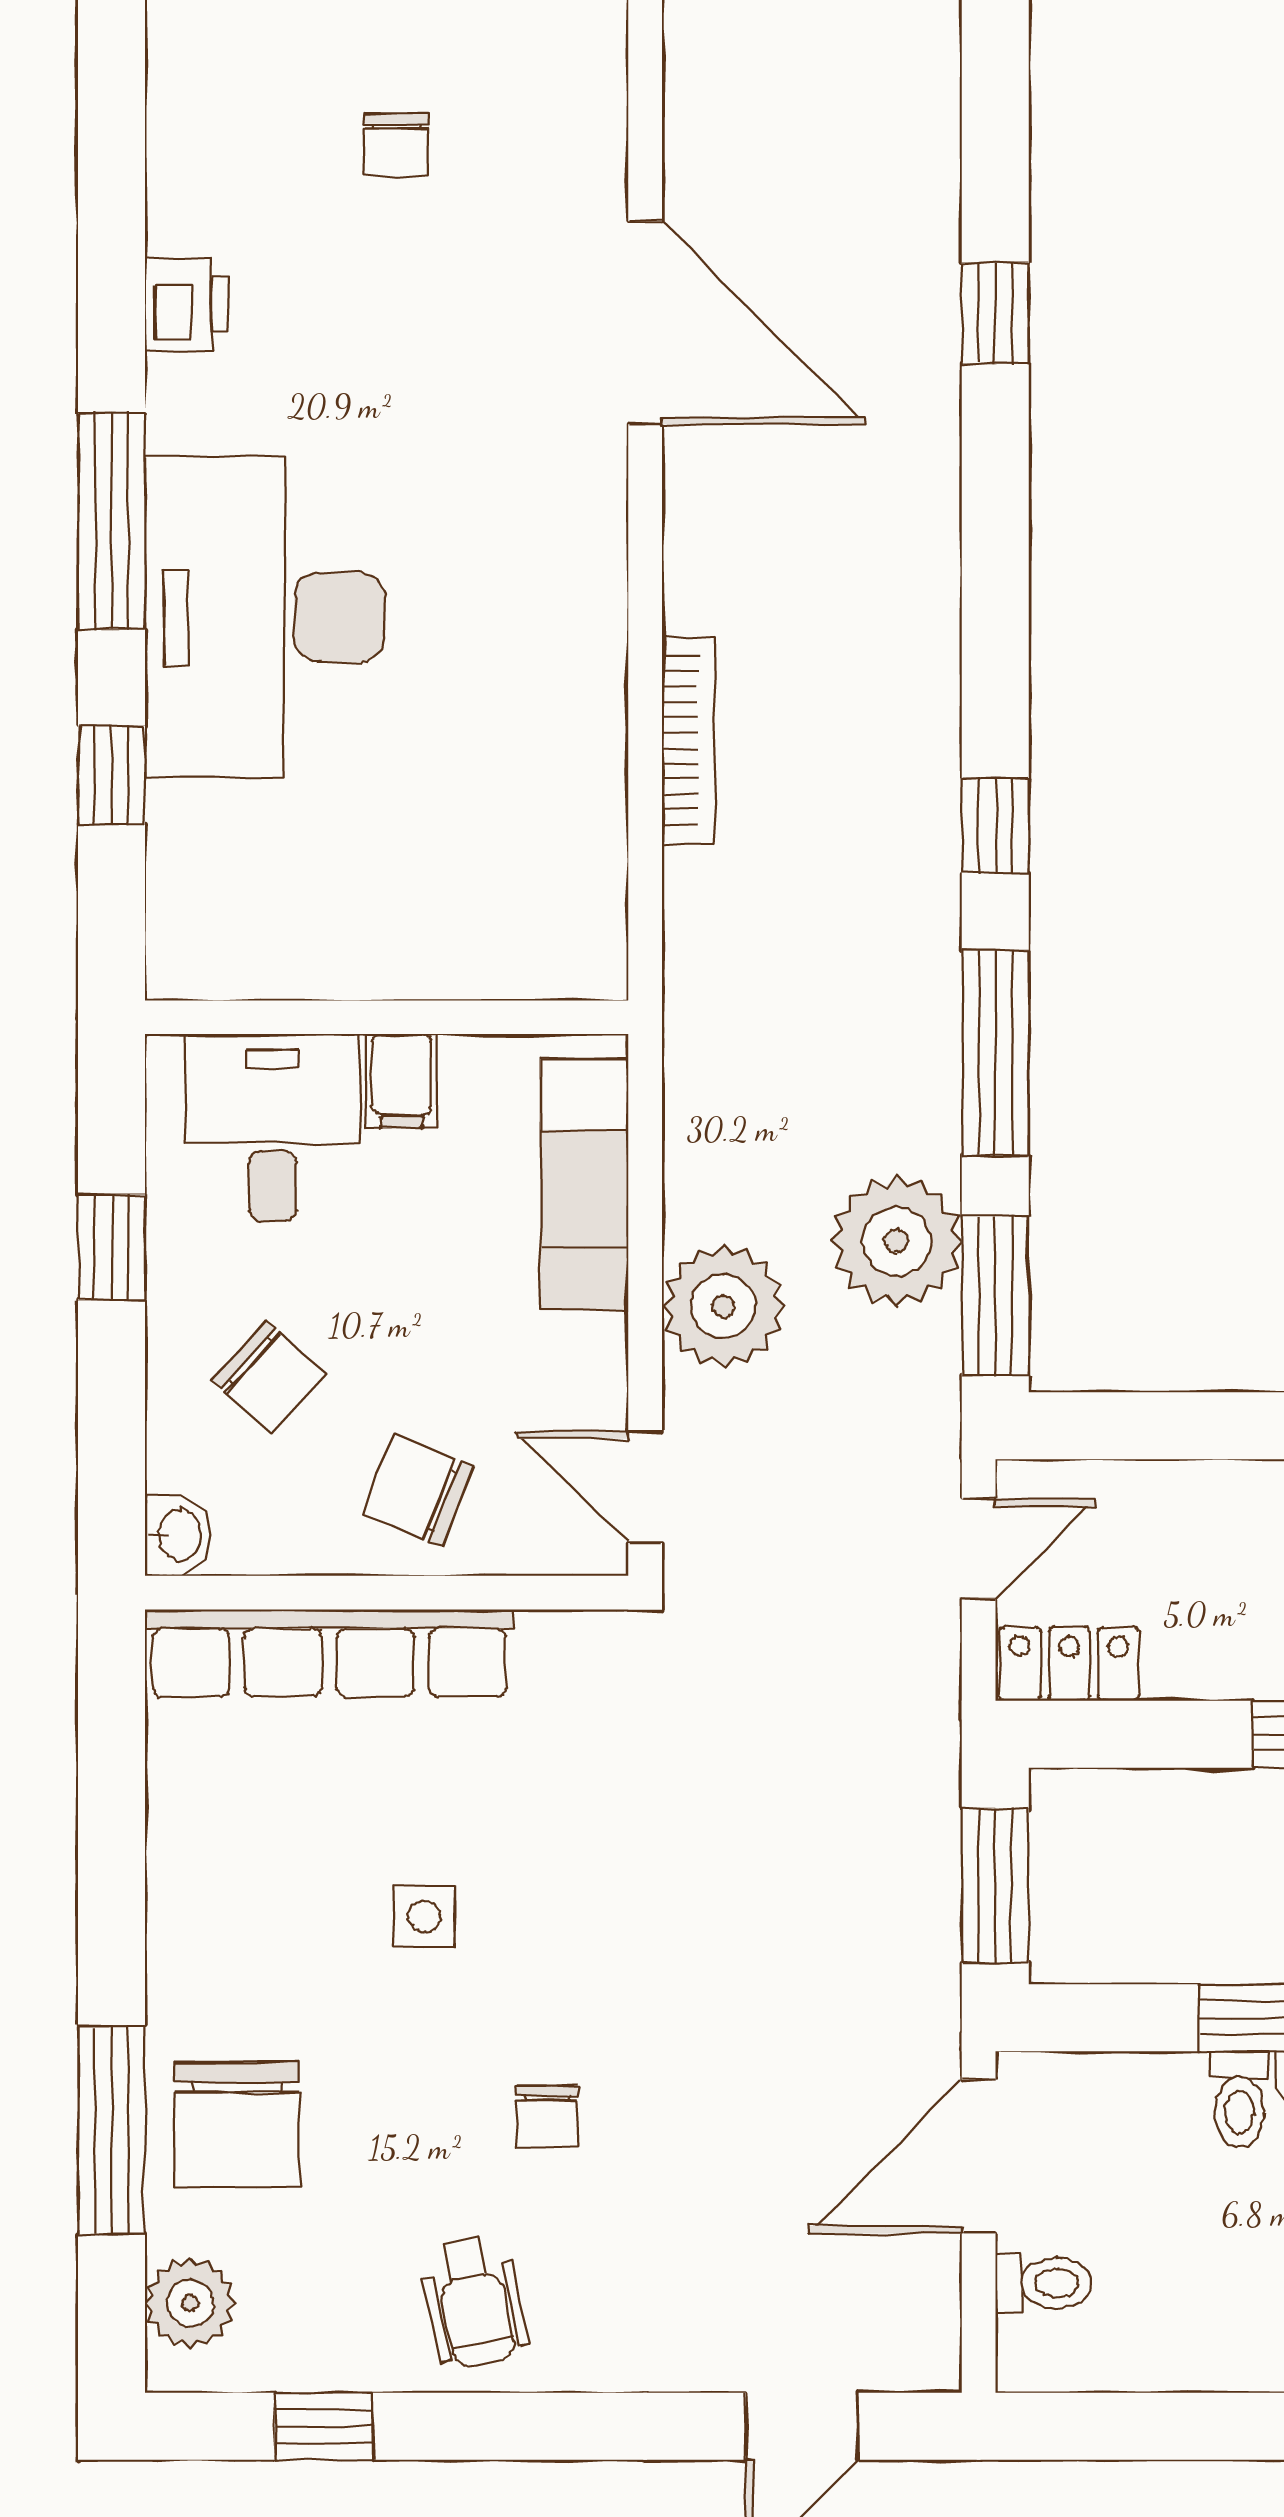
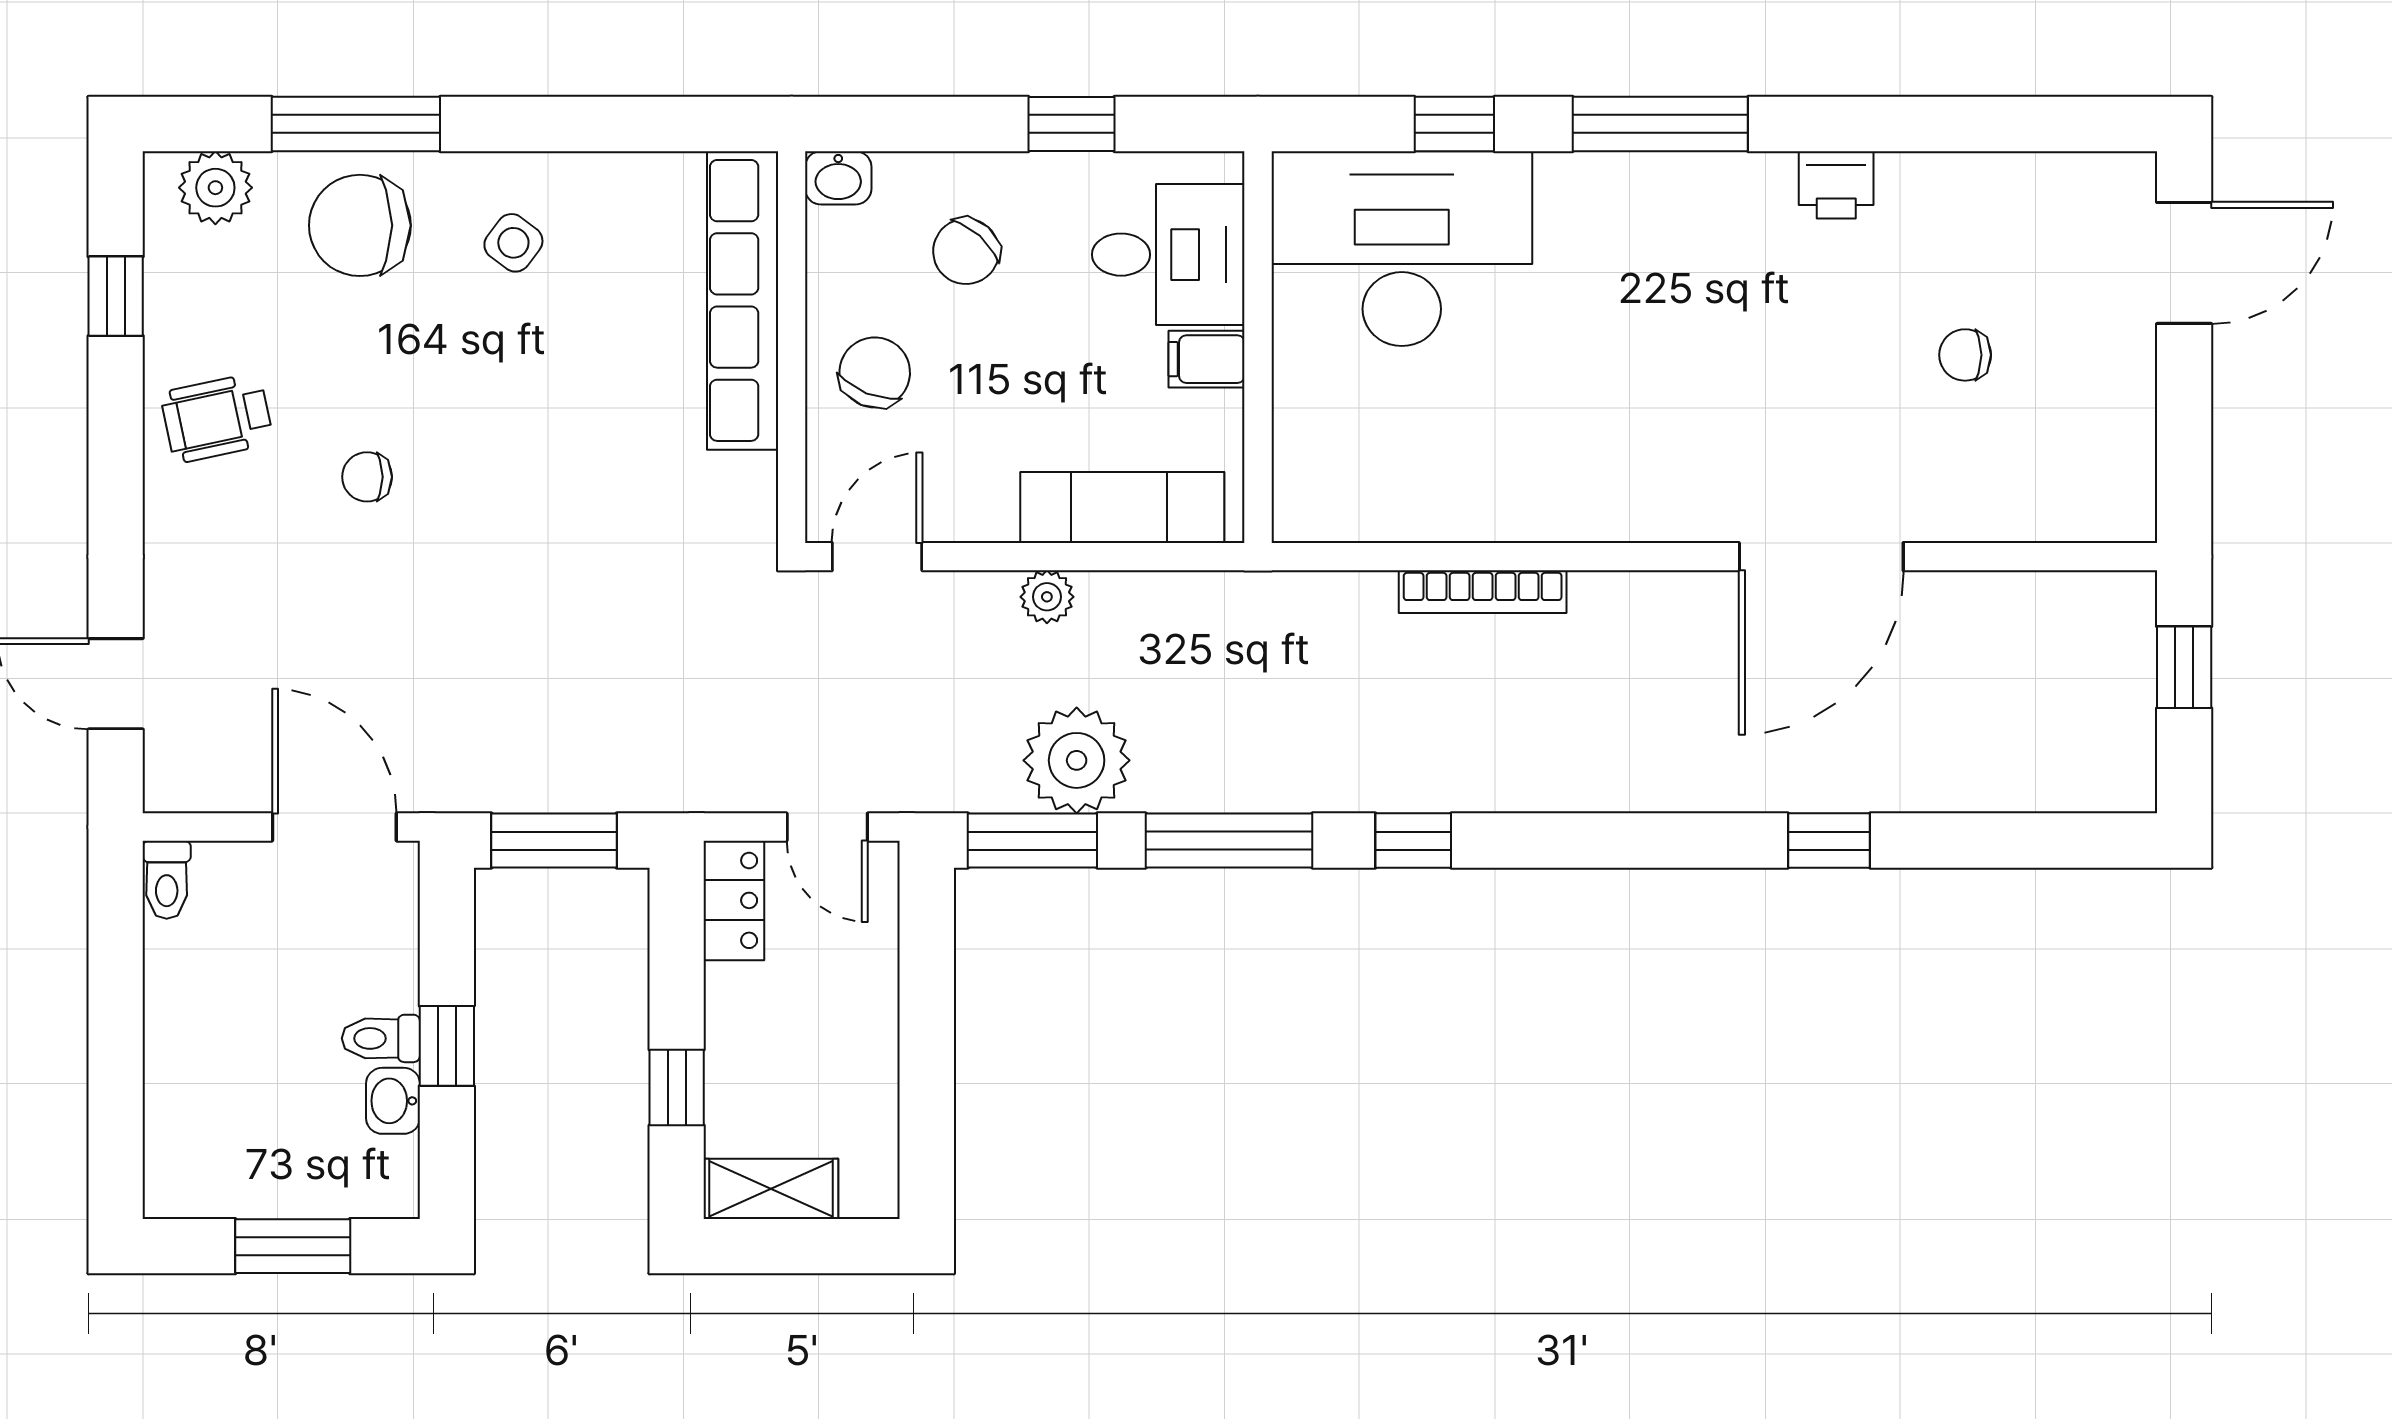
desk: (265, 617) -> (1402, 249), moved
plant: (723, 1306) -> (1047, 597), width x0.53, depth x0.53
side table: (424, 1916) -> (513, 243), moved, turned 37
toilet: (1044, 2283) -> (167, 880), moved

